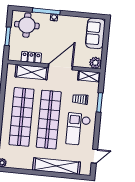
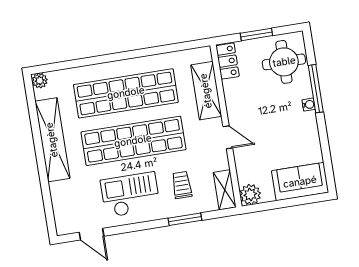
locker: (31, 57) -> (228, 61), moved
door: (60, 67) -> (228, 137), width x0.53
shelving: (57, 166) -> (52, 140), moved

